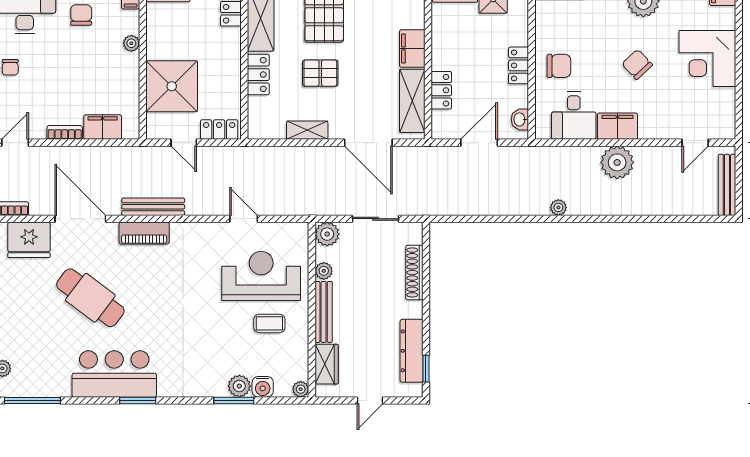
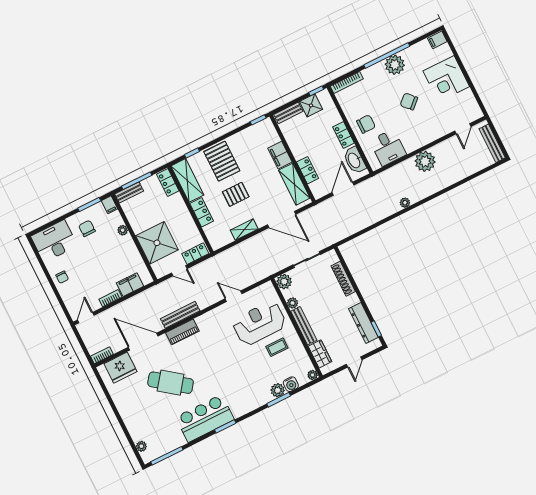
washbasin: (520, 119) -> (354, 160), width x1.91, depth x1.45
filing cabinet: (617, 126) -> (415, 141), removed

